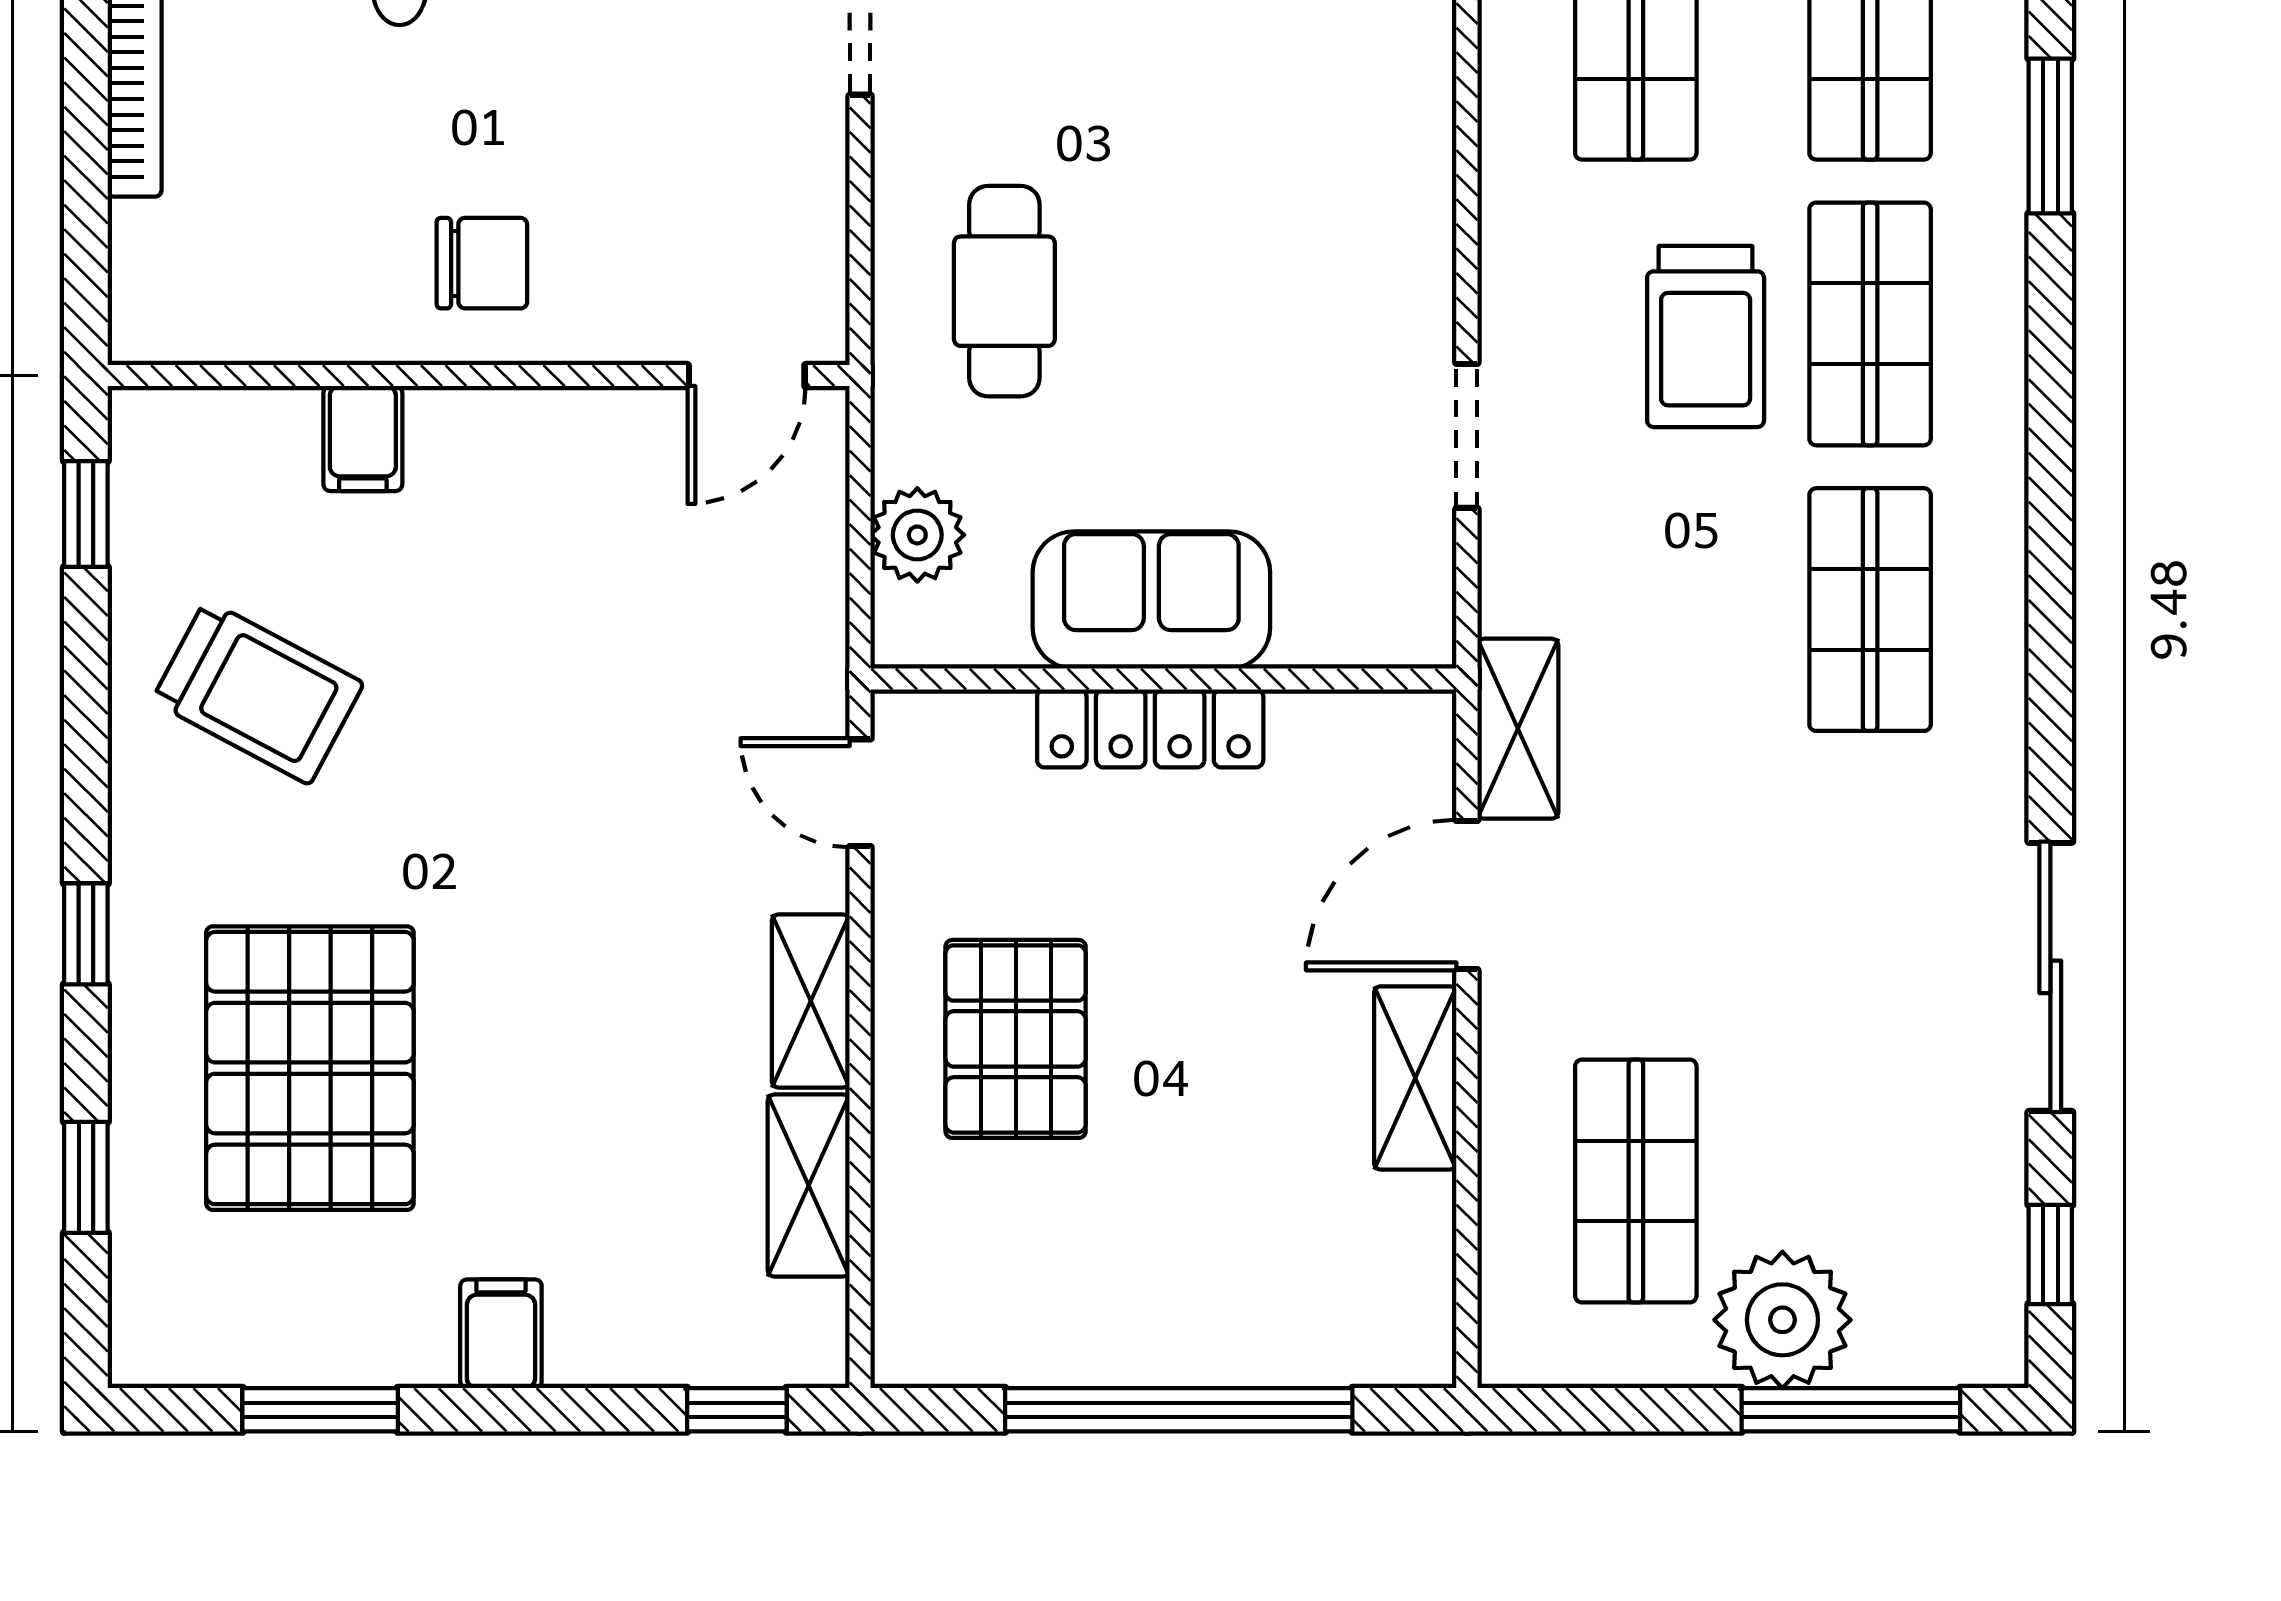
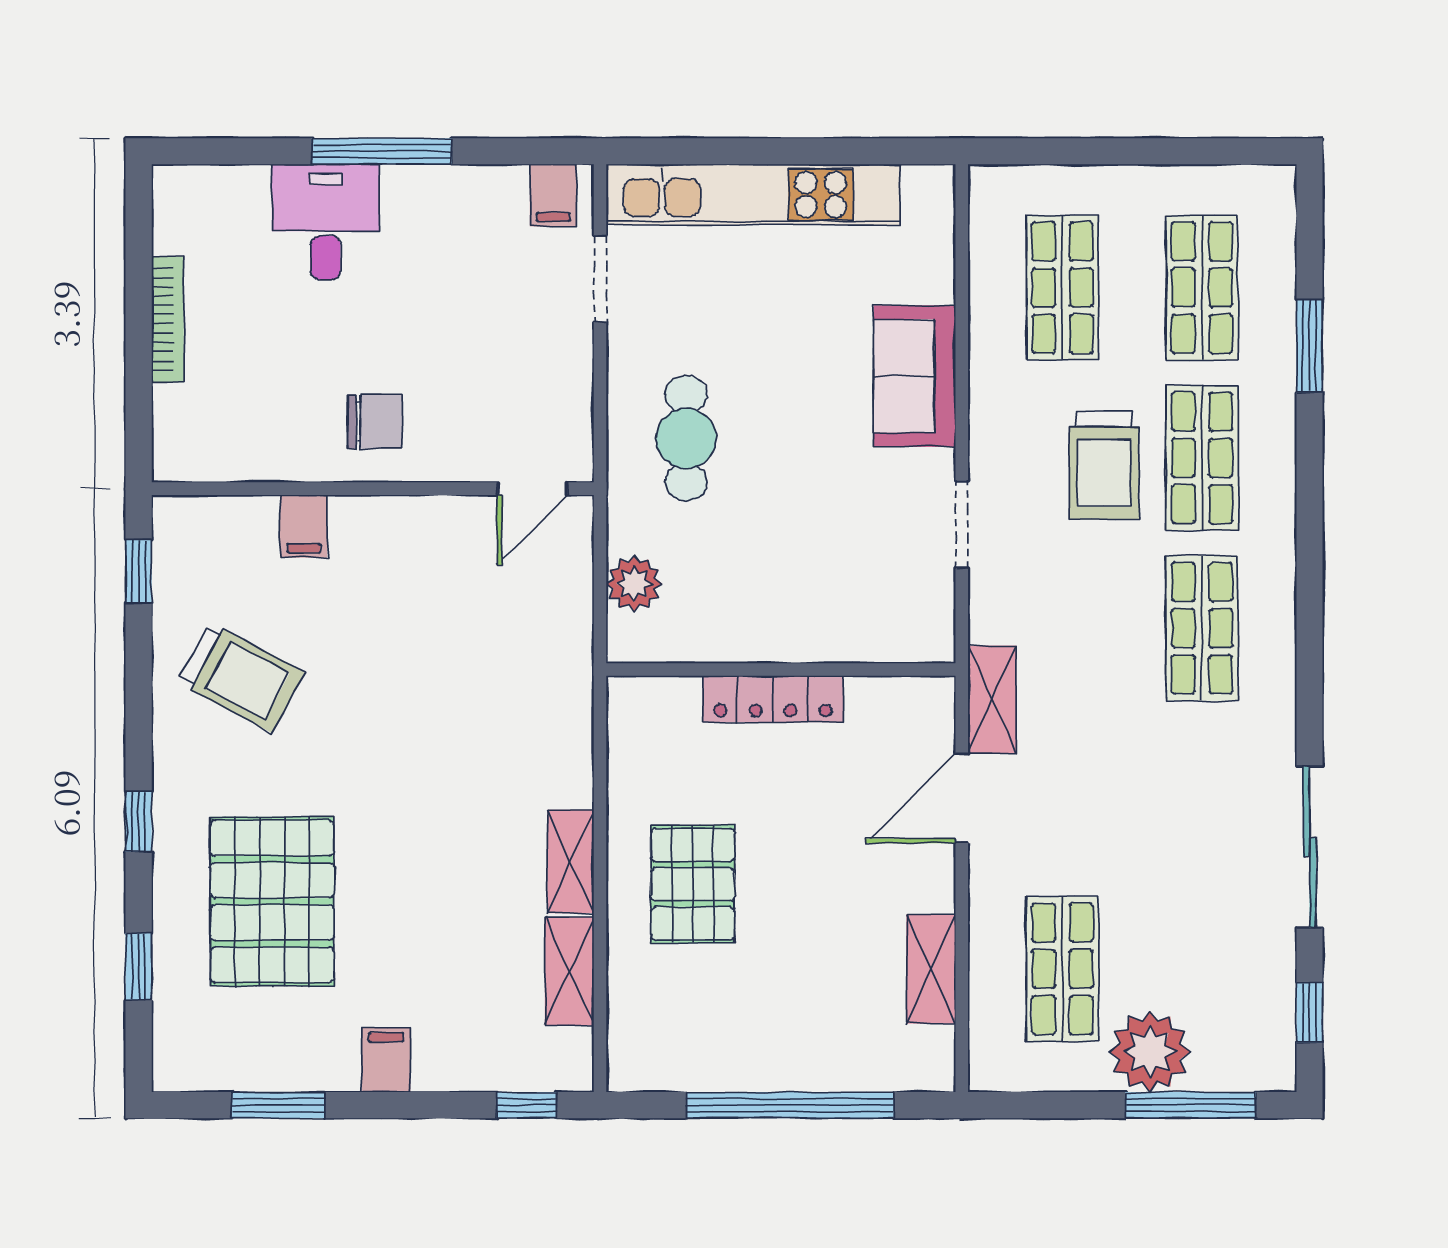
sofa: (1151, 600) -> (915, 376), moved, turned -90
door: (860, 793) -> (600, 737), removed
shelving: (1415, 1078) -> (931, 969), moved

